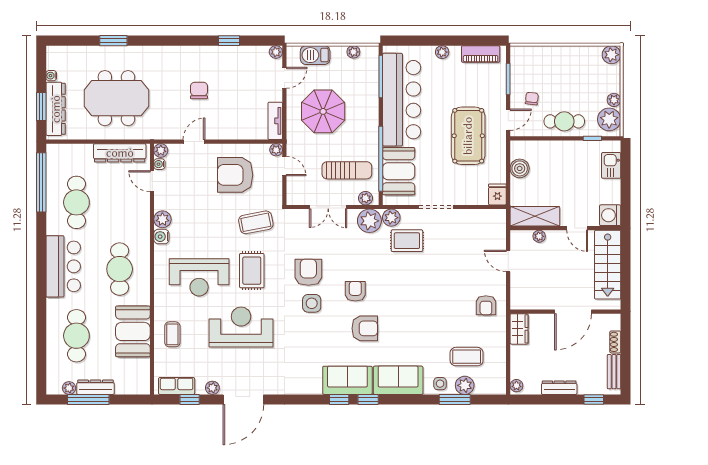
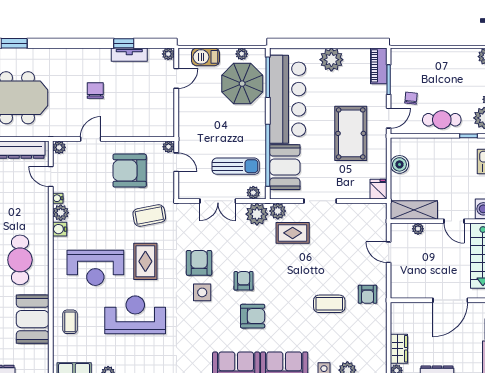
plant: (442, 52) -> (331, 60), width x1.88, depth x1.88
piano: (481, 54) -> (379, 66), moved, turned 90
parasol: (323, 111) -> (242, 84), moved
tv unit: (275, 121) -> (129, 55), moved, turned -90
water cooler: (159, 164) -> (58, 198), moved
wardrobe: (519, 329) -> (399, 349), moved
coffee table: (467, 357) -> (329, 304), moved

